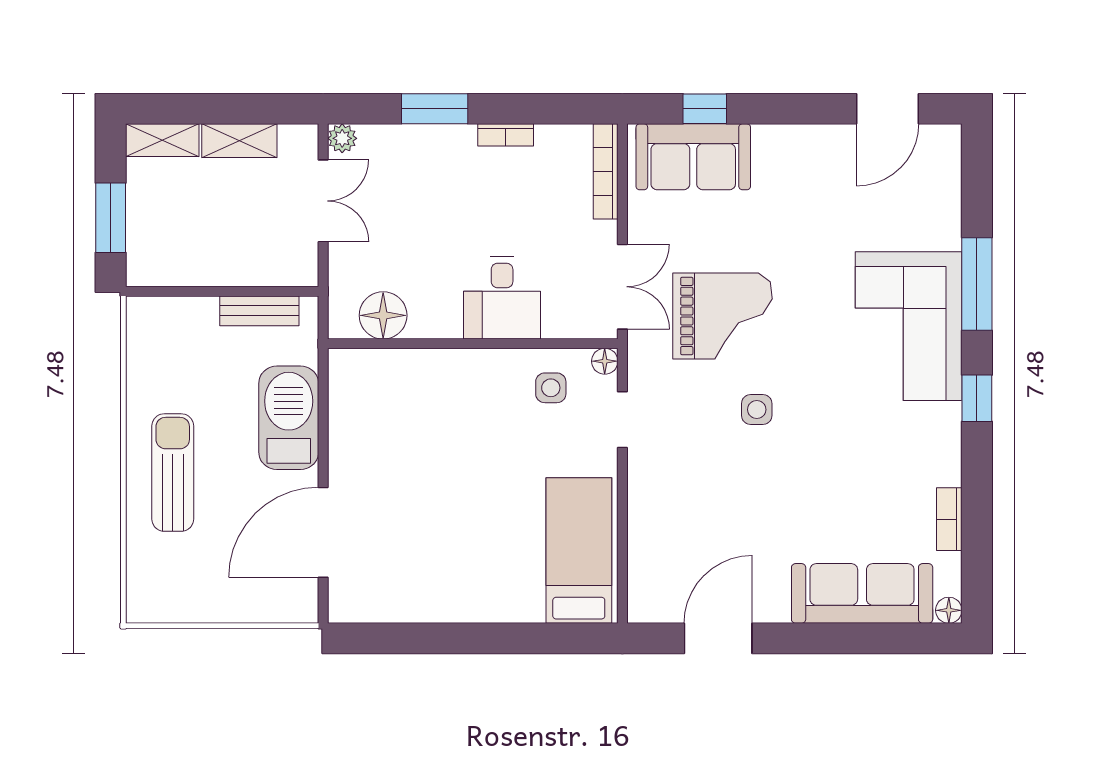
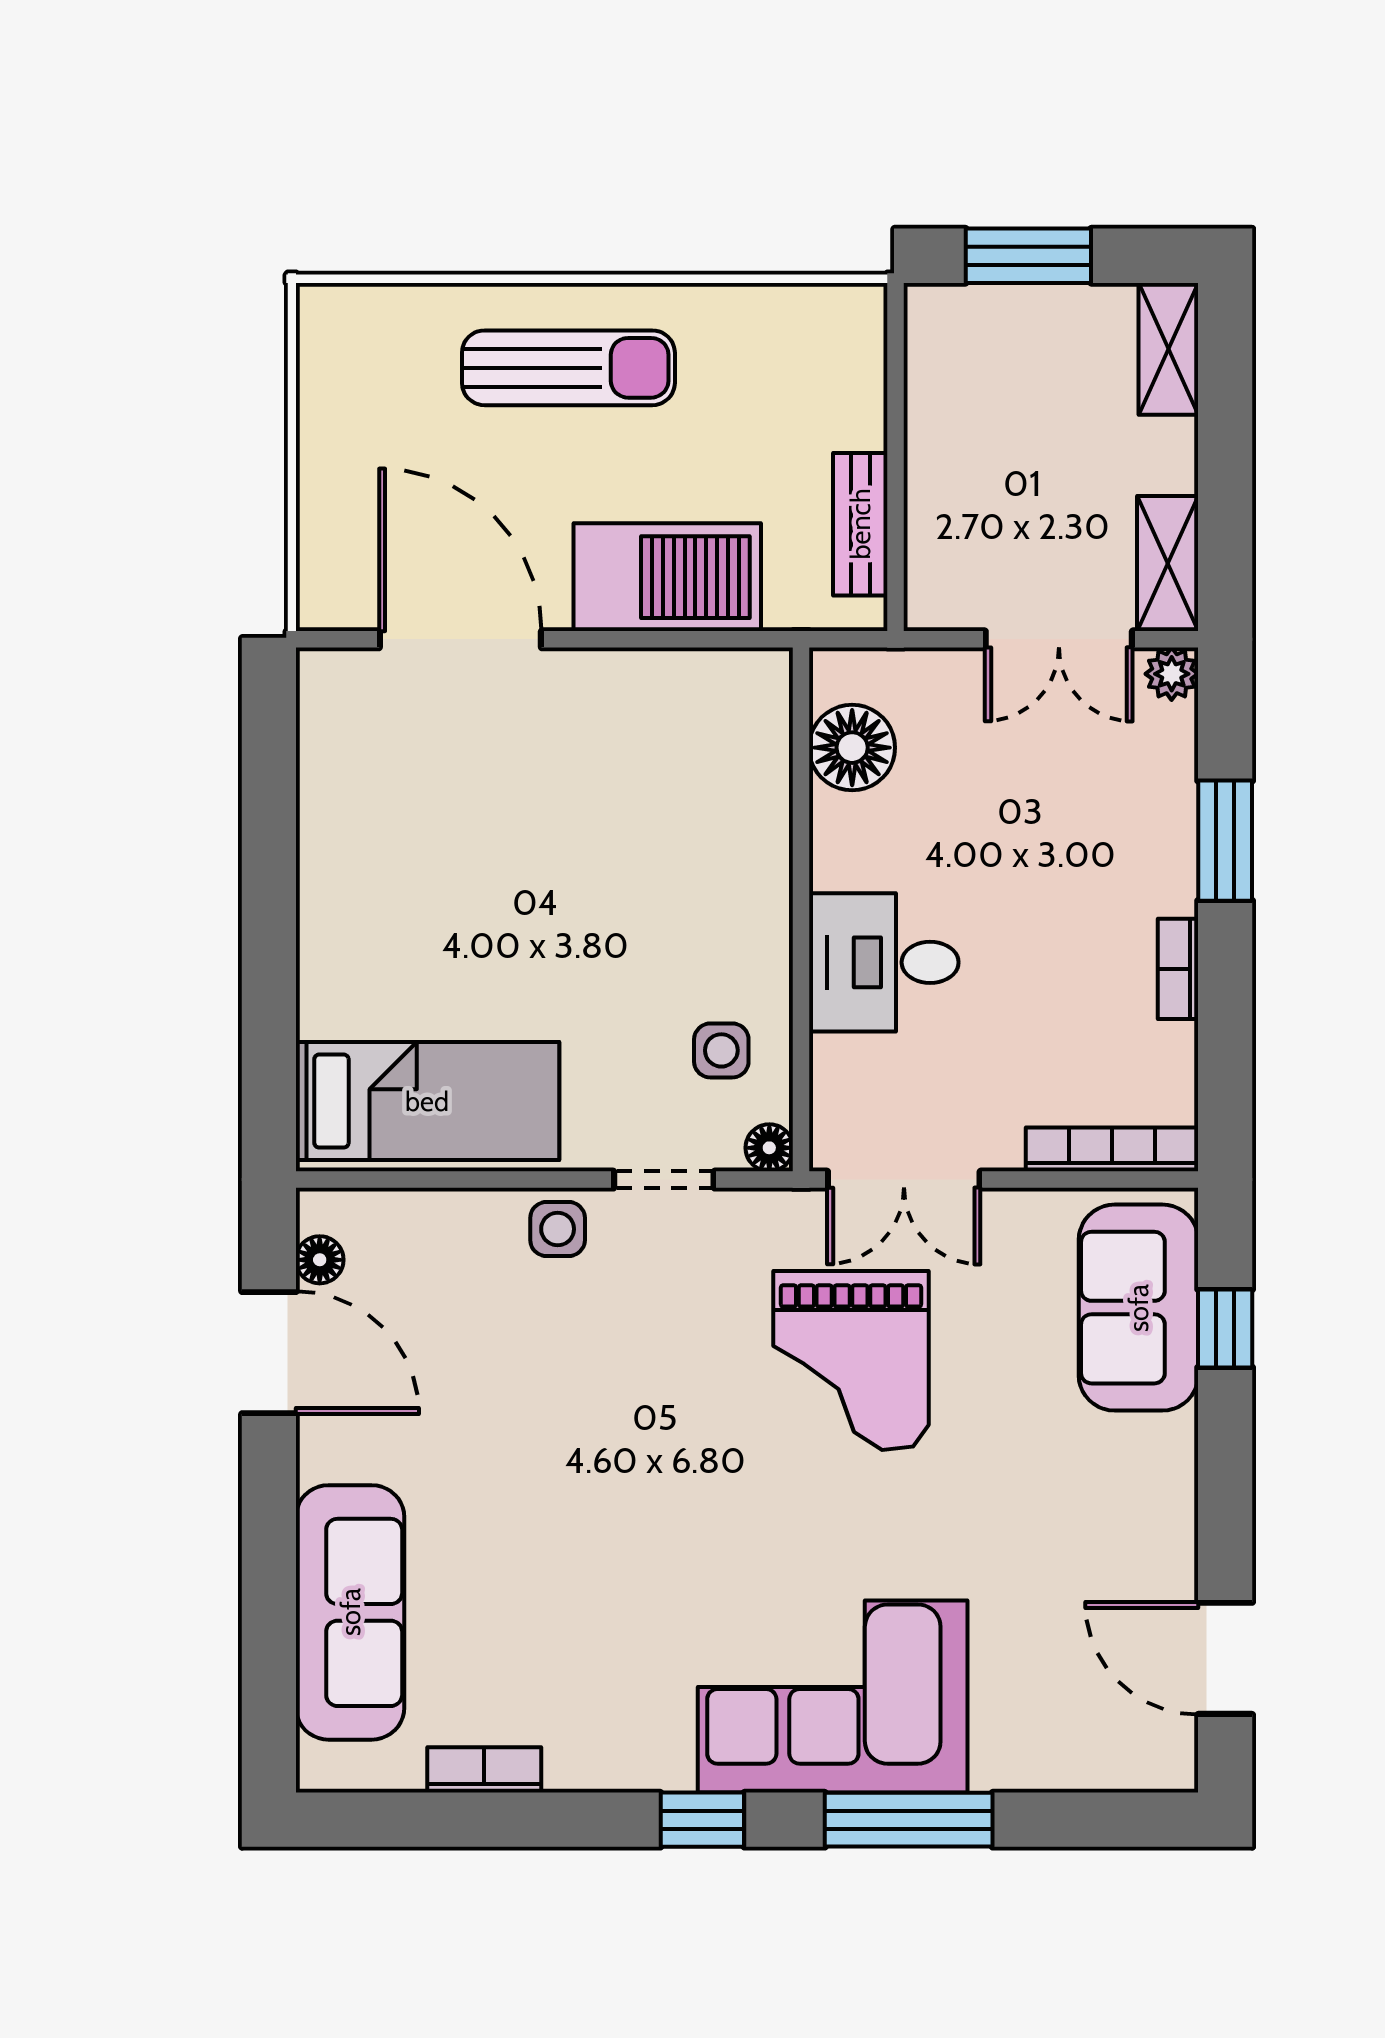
shelving: (239, 141) -> (1168, 563), moved
side table: (757, 410) -> (558, 1229), moved
floor lamp: (949, 610) -> (320, 1260), moved

